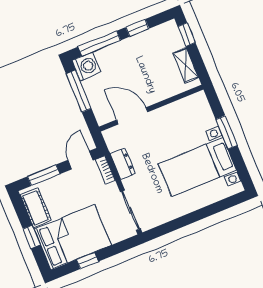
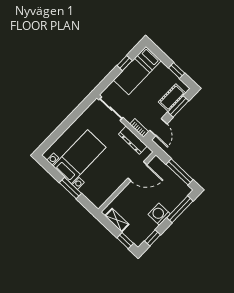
window: (137, 28) -> (153, 238), moved
washing machine: (86, 66) -> (159, 214), moved, turned 90
dresser: (123, 164) -> (133, 140), width x1.44
cot: (36, 208) -> (172, 98), moved, turned 90
window: (32, 237) -> (177, 70), moved
bed: (73, 237) -> (137, 71), width x0.67

